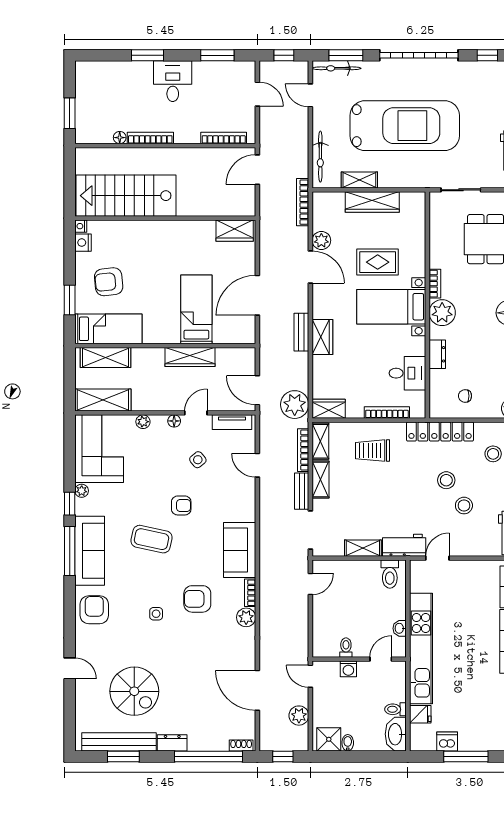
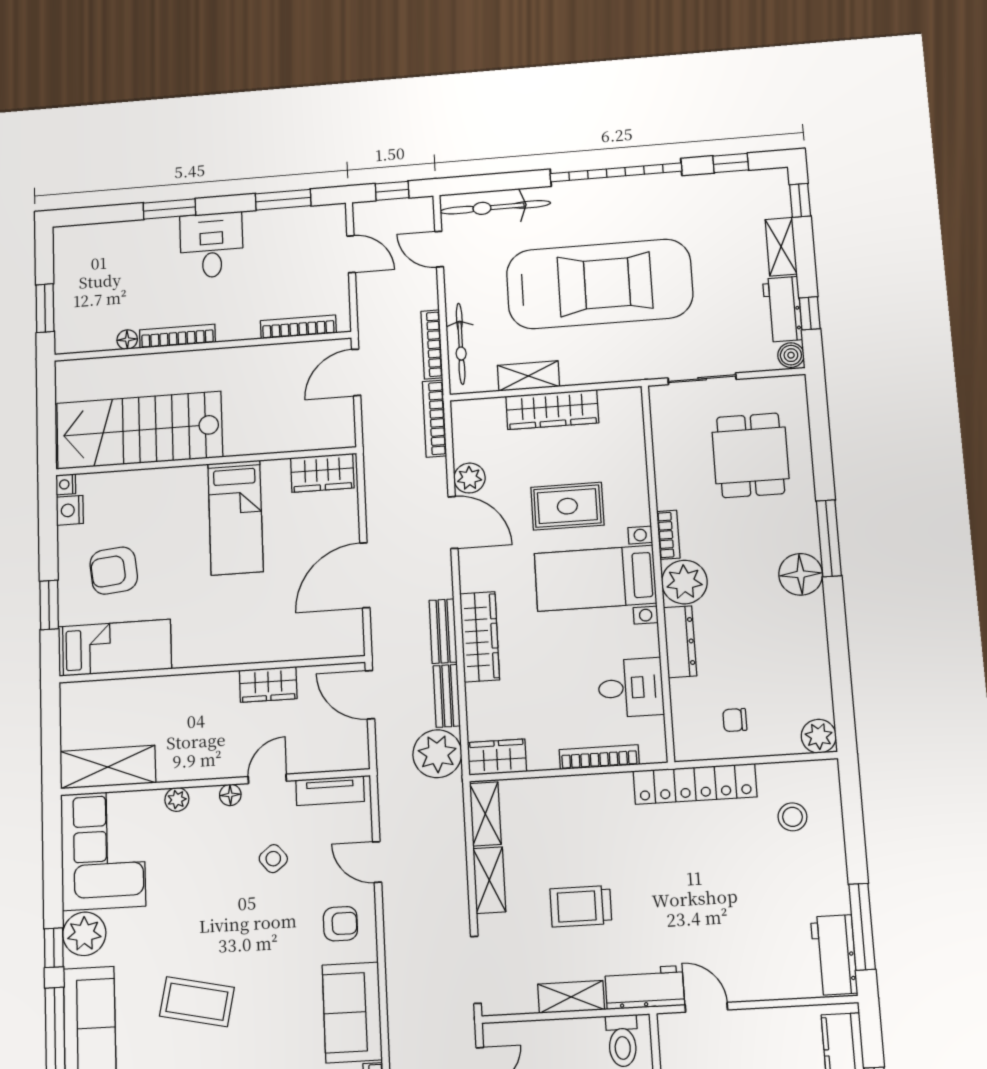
window: (346, 55) -> (495, 182), removed
bicycle: (337, 68) -> (495, 207), width x1.37, depth x1.40
bed: (196, 309) -> (236, 517), moved, turned 180
wardrobe: (322, 337) -> (480, 637), width x1.50
dresser: (437, 354) -> (680, 642), width x1.44
shelving: (106, 357) -> (111, 696), removed
wardrobe: (190, 357) -> (268, 684), width x0.67
door: (257, 390) -> (370, 695), moved
bookcase: (303, 450) -> (432, 344), moved
trolley: (373, 451) -> (581, 906), moved
stool: (446, 480) -> (712, 868), removed
plant: (82, 491) -> (84, 934), width x1.88, depth x1.88
bench: (302, 491) -> (447, 696), moved
armchair: (181, 505) -> (340, 924), moved
stool: (464, 506) -> (747, 911), removed
door: (437, 558) -> (706, 1007), hinge flipped

